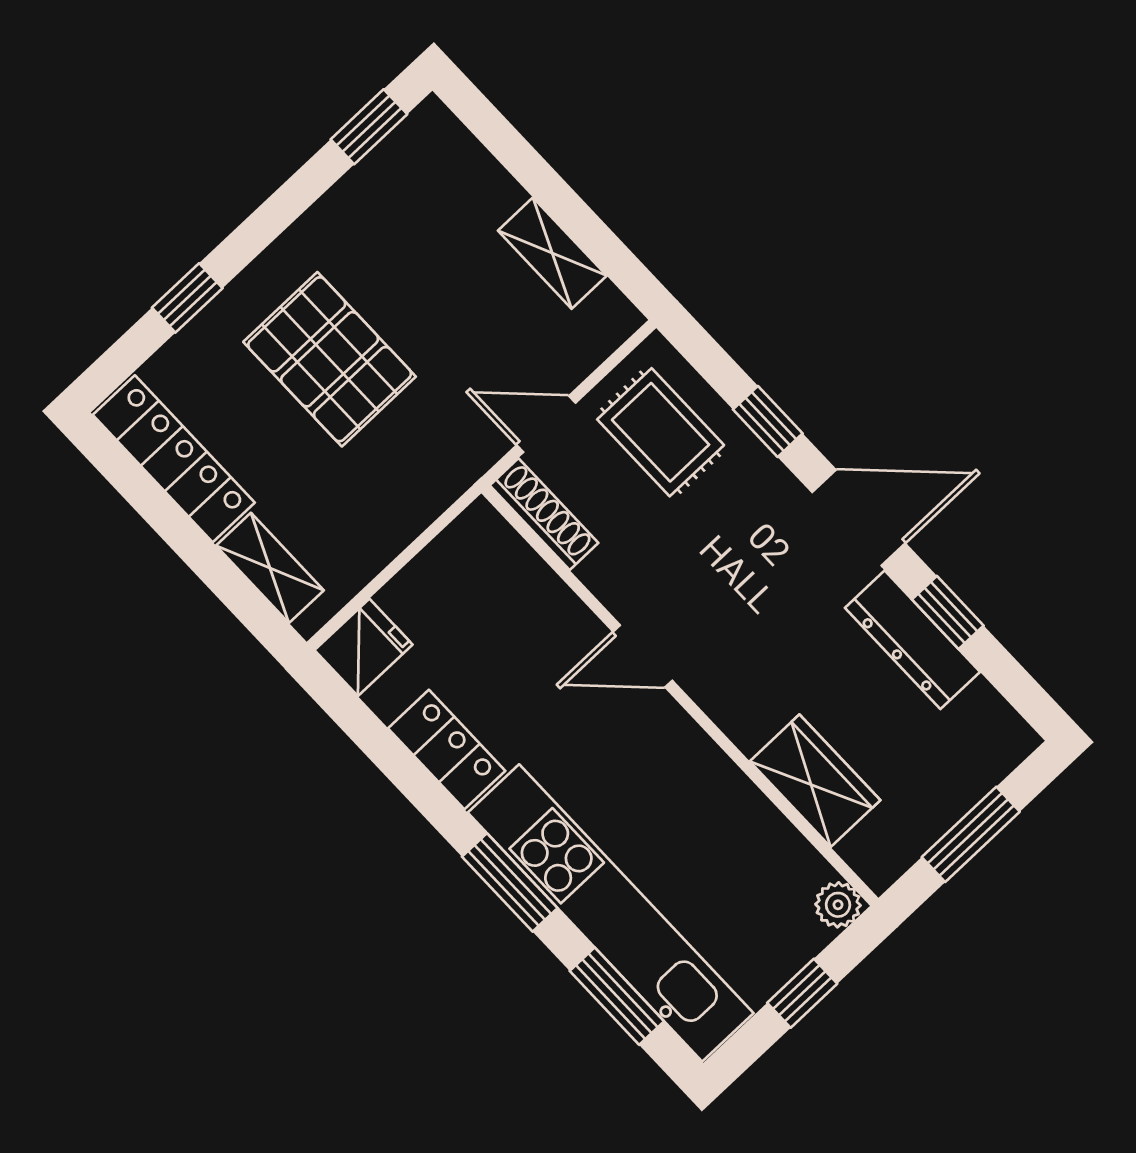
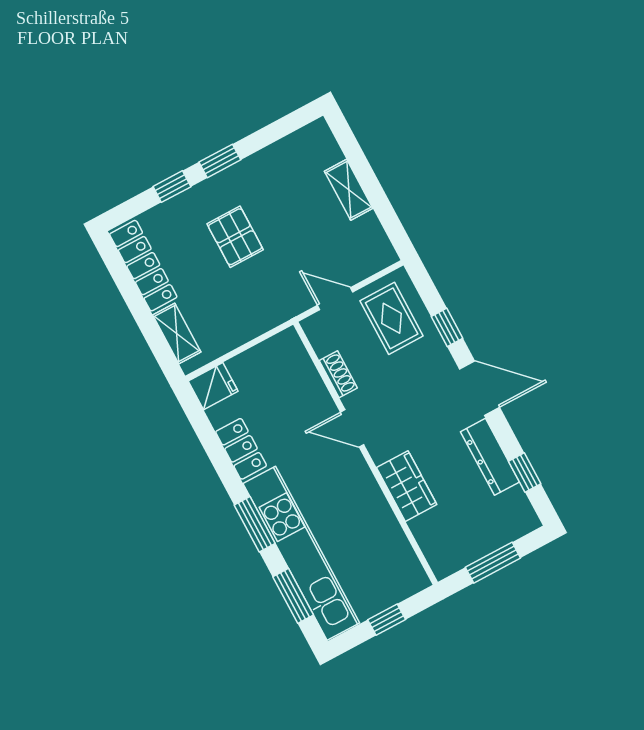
window: (369, 127) -> (220, 161), moved
shelving: (552, 253) -> (349, 190), moved
pallet: (330, 359) -> (235, 237), width x0.67, depth x0.71
shoe rack: (544, 514) -> (338, 374), moved, width x0.70
window: (948, 612) -> (525, 472), moved
wardrobe: (815, 781) -> (407, 486), moved
plant: (838, 905) -> (417, 580), removed

